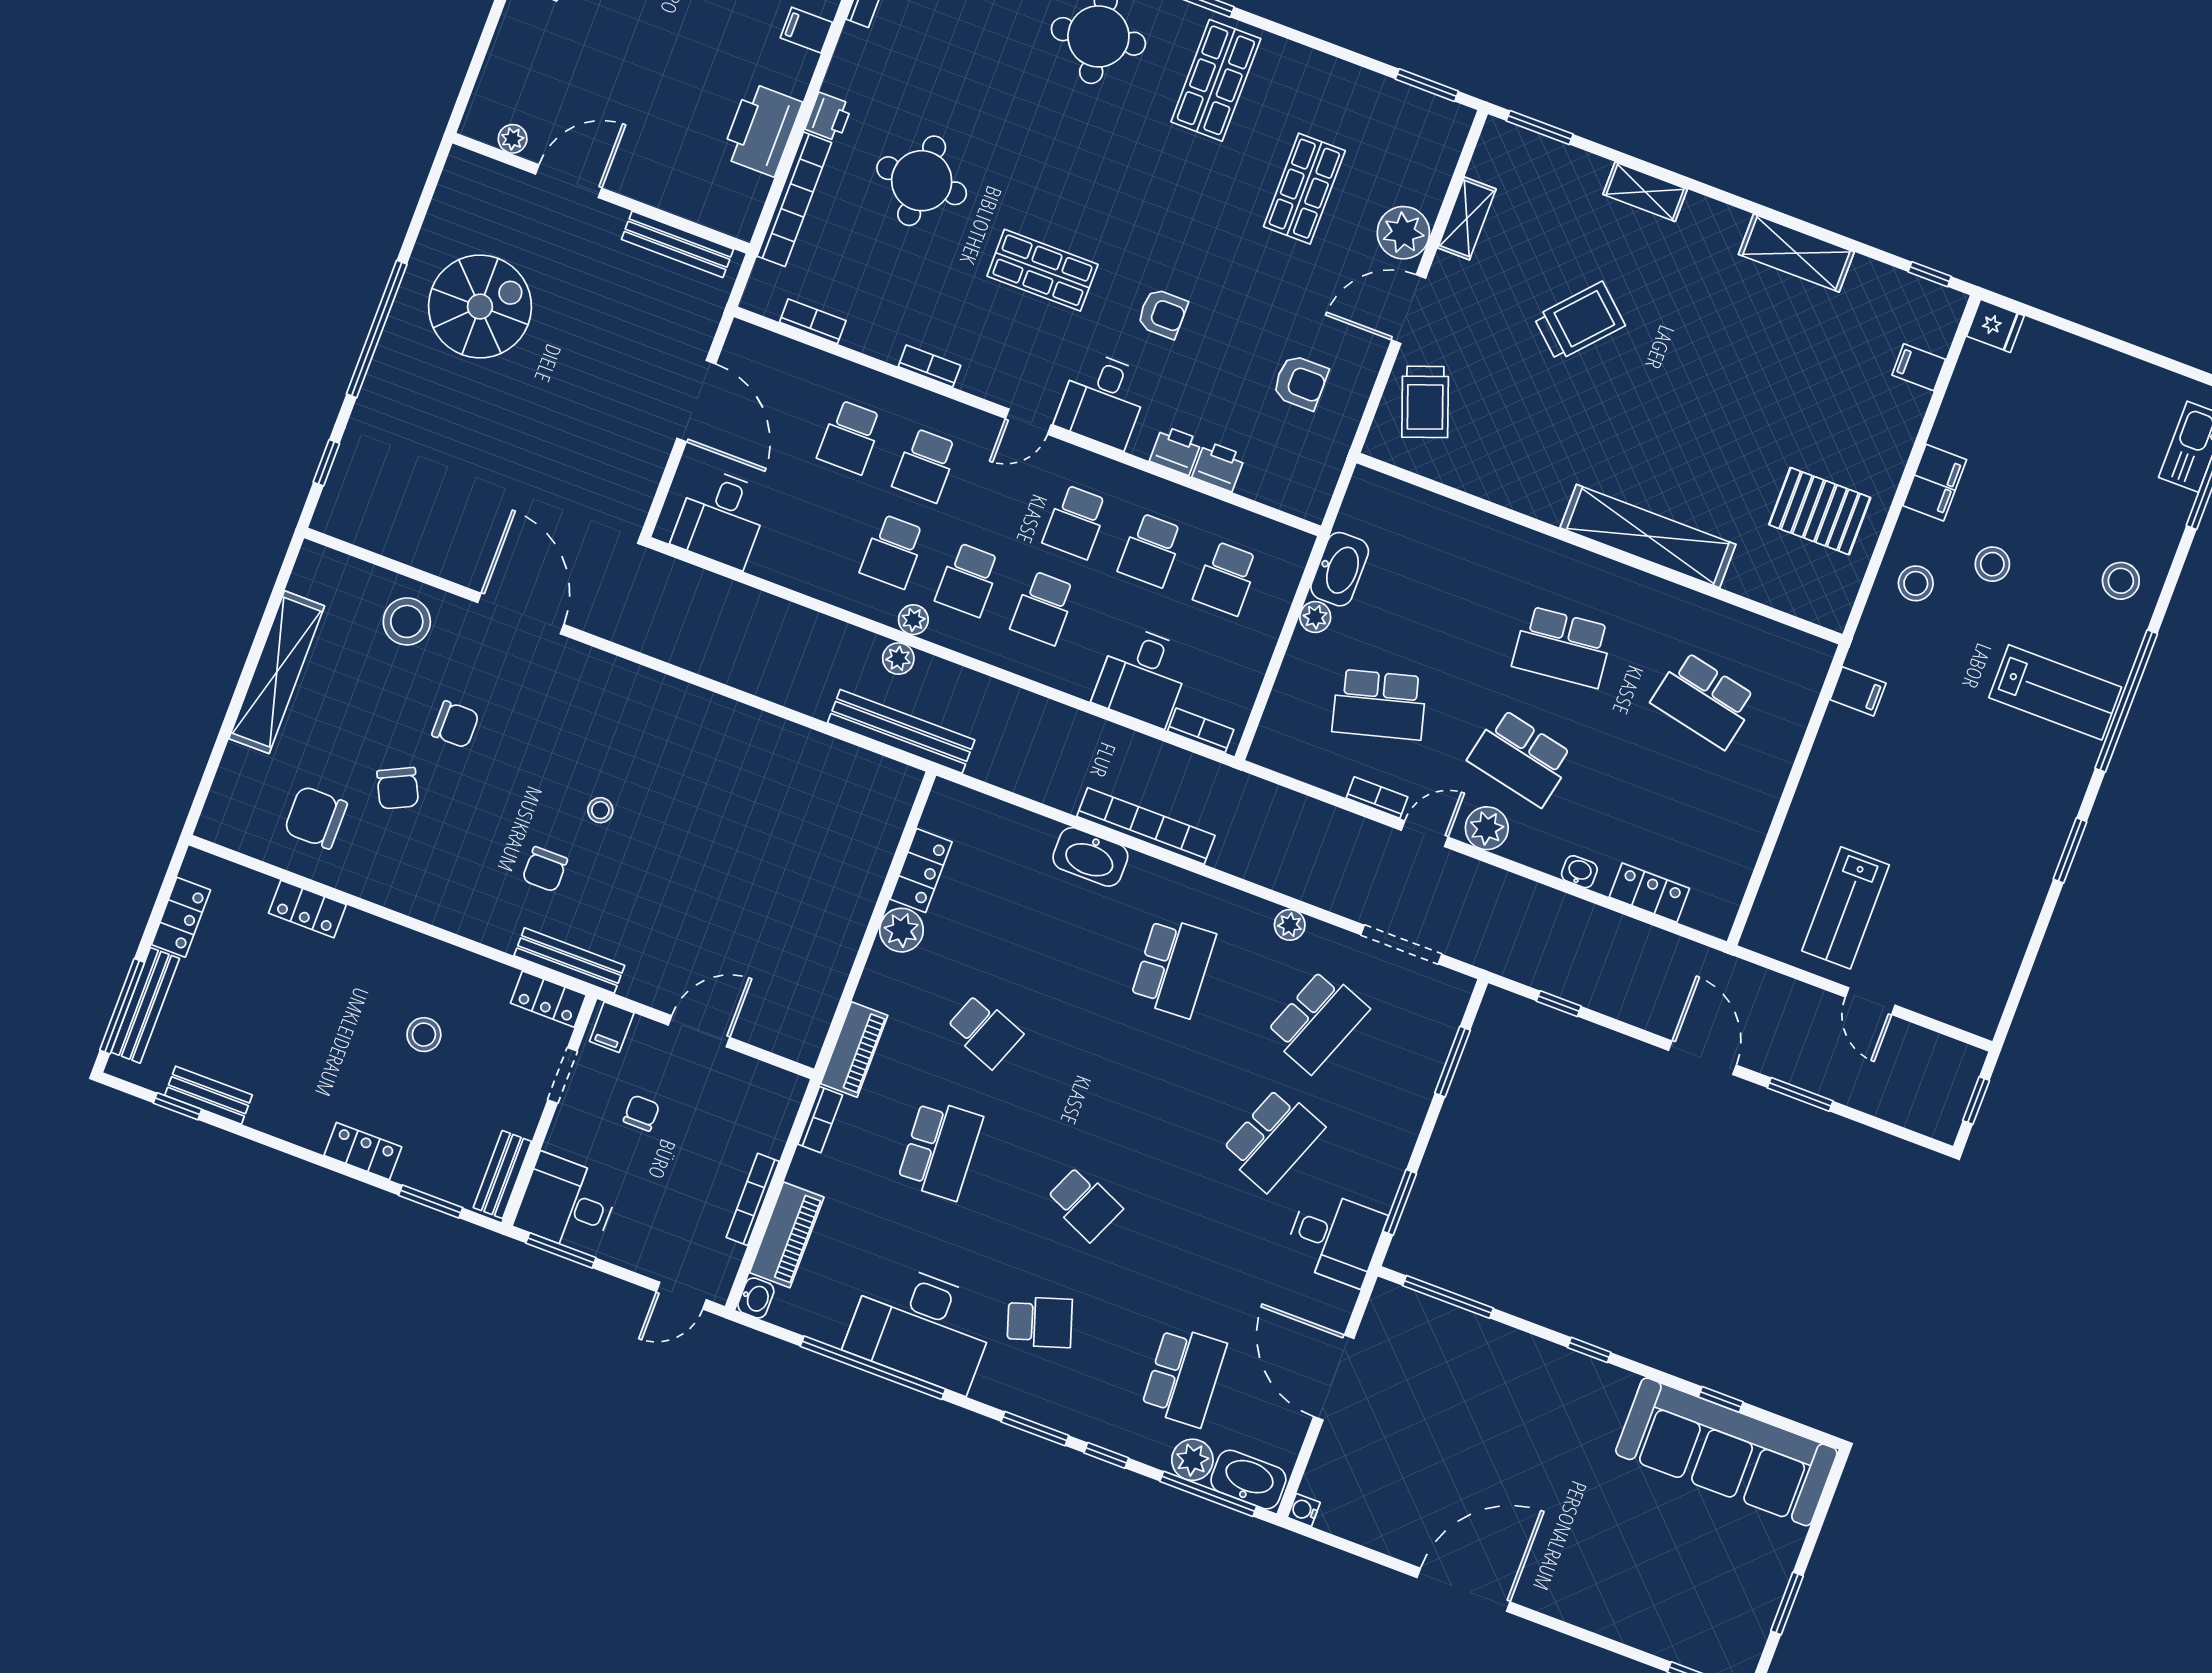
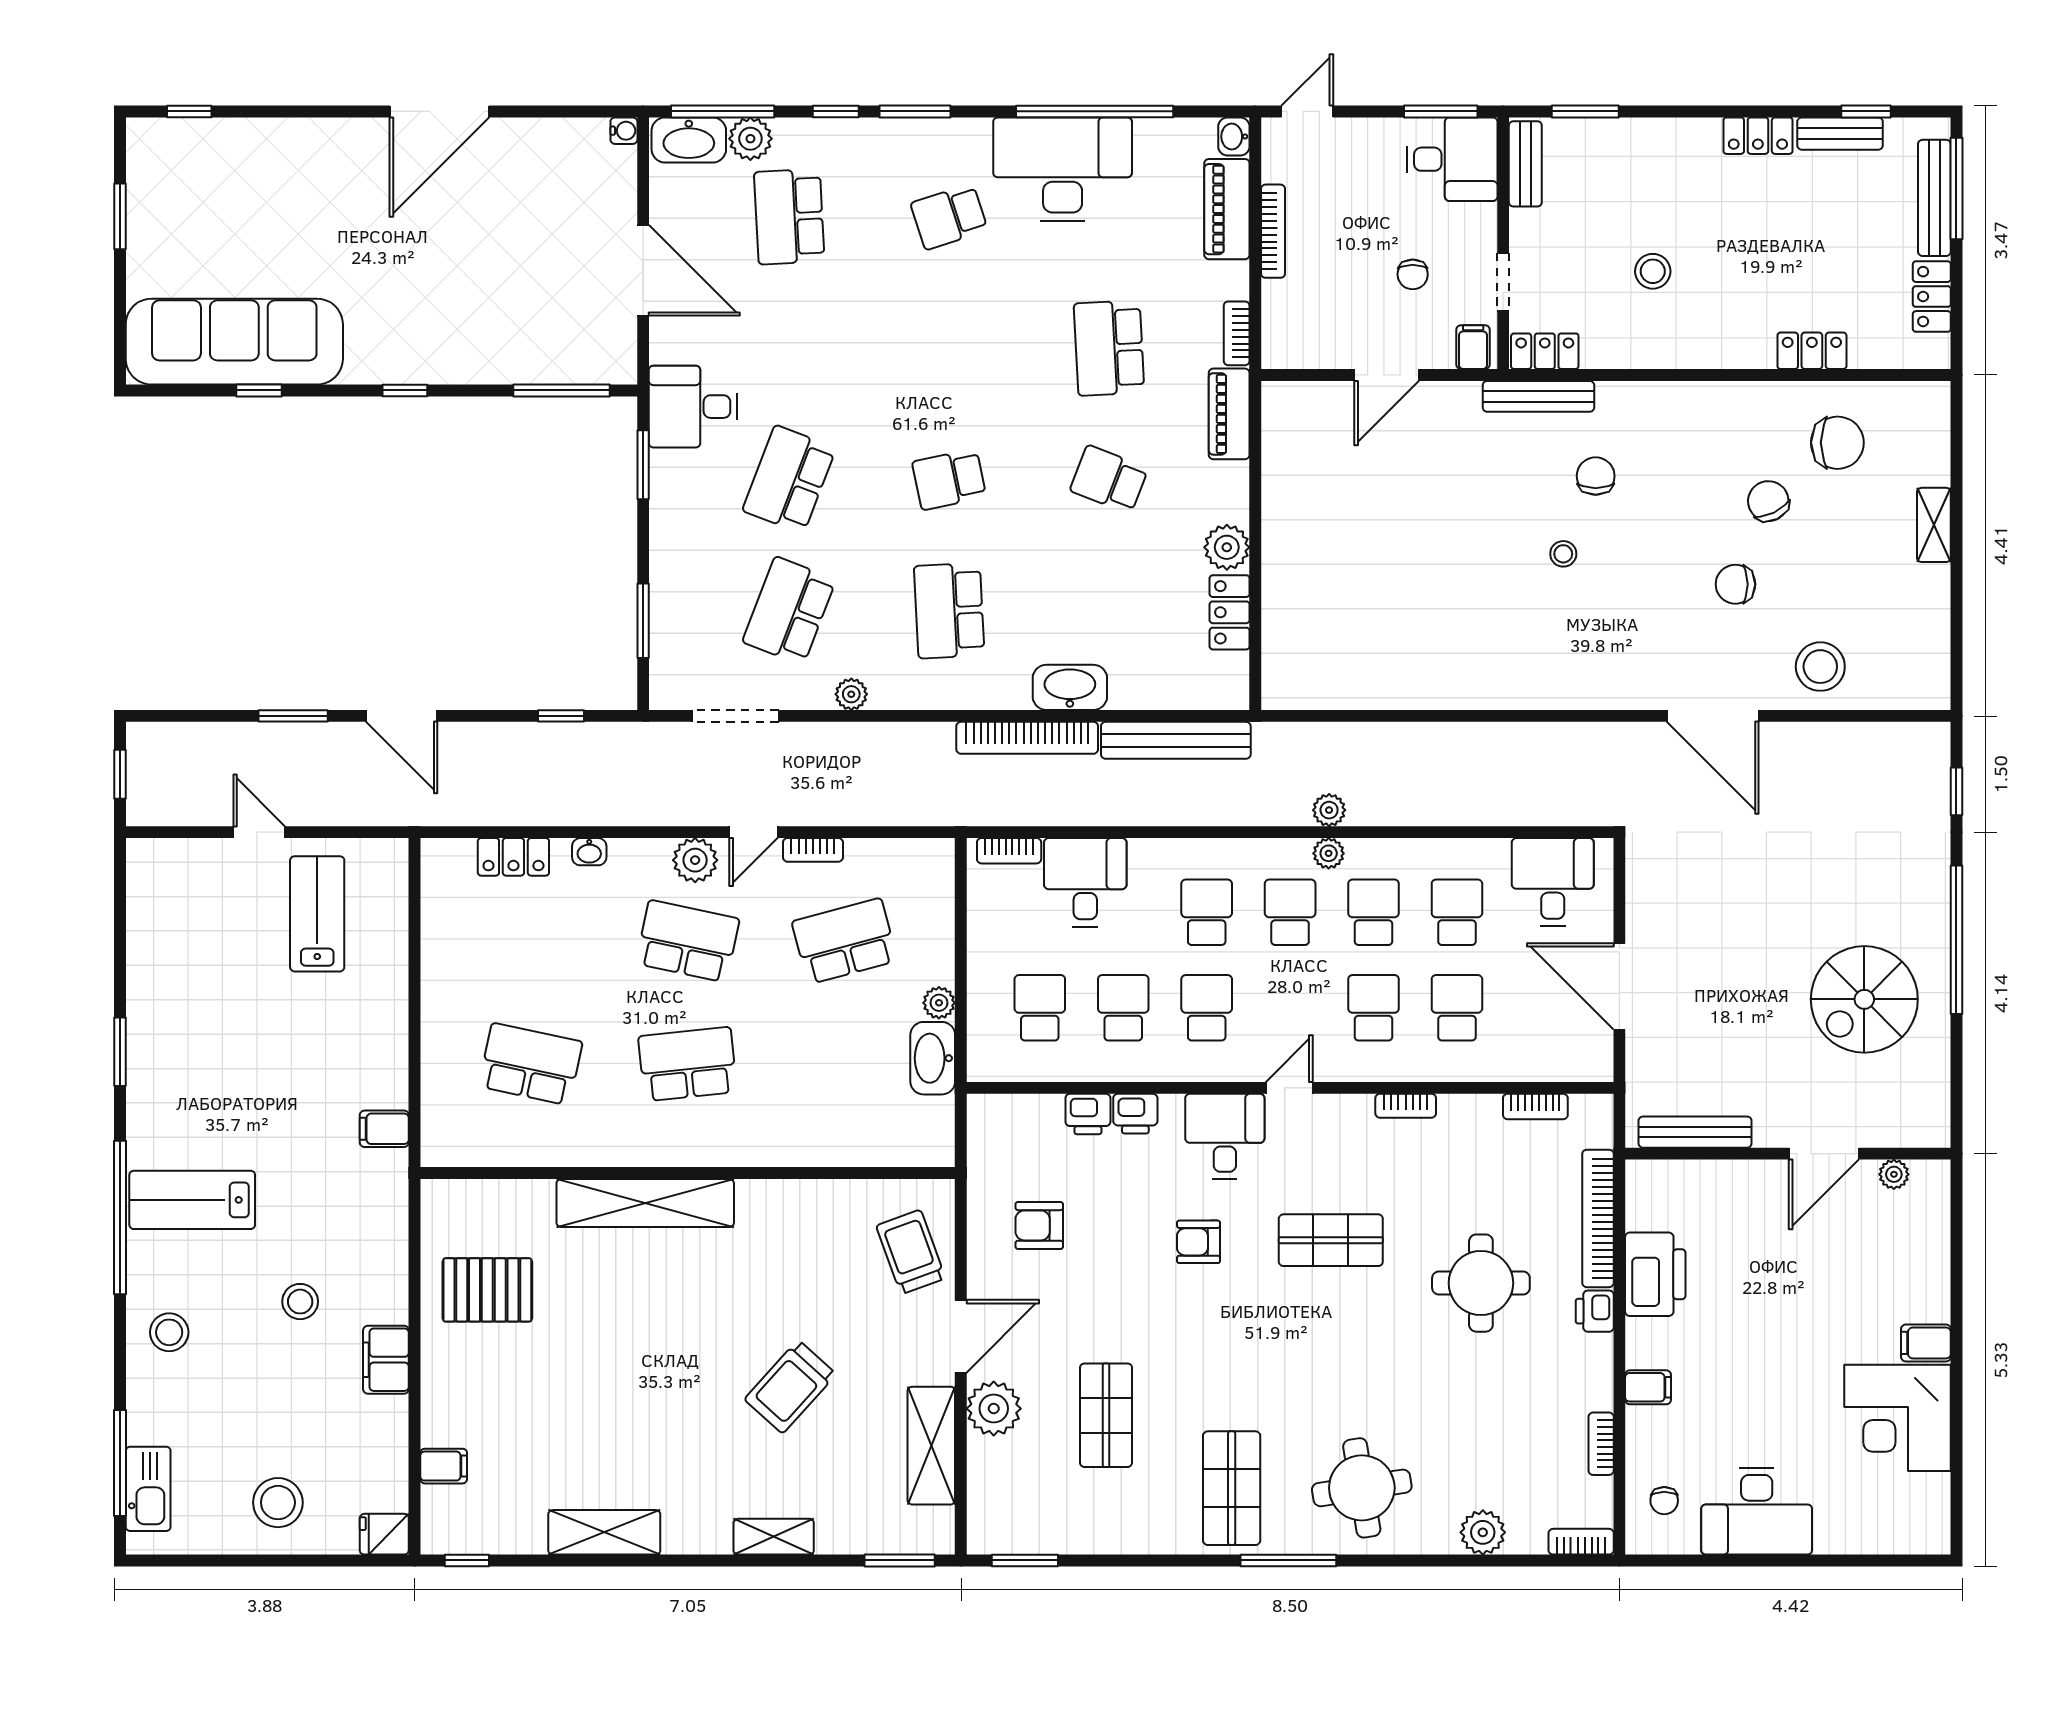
shelving: (1467, 218) -> (931, 1446), width x1.50, depth x1.33
school desk: (818, 523) -> (1457, 912), added
stool: (1916, 583) -> (278, 1503), moved, width x1.38, depth x1.38
shelving: (277, 672) -> (1934, 525), width x0.45, depth x0.75
bench: (901, 731) -> (1176, 740), moved
locker: (363, 1151) -> (1758, 136), moved
school desk: (1084, 1204) -> (949, 479), moved, turned -36

